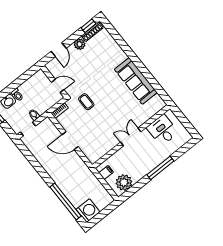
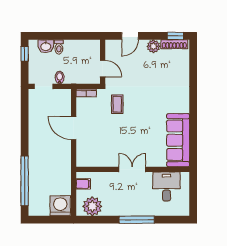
sofa: (136, 81) -> (178, 140), moved
washing machine: (88, 211) -> (60, 206), moved, turned -90

